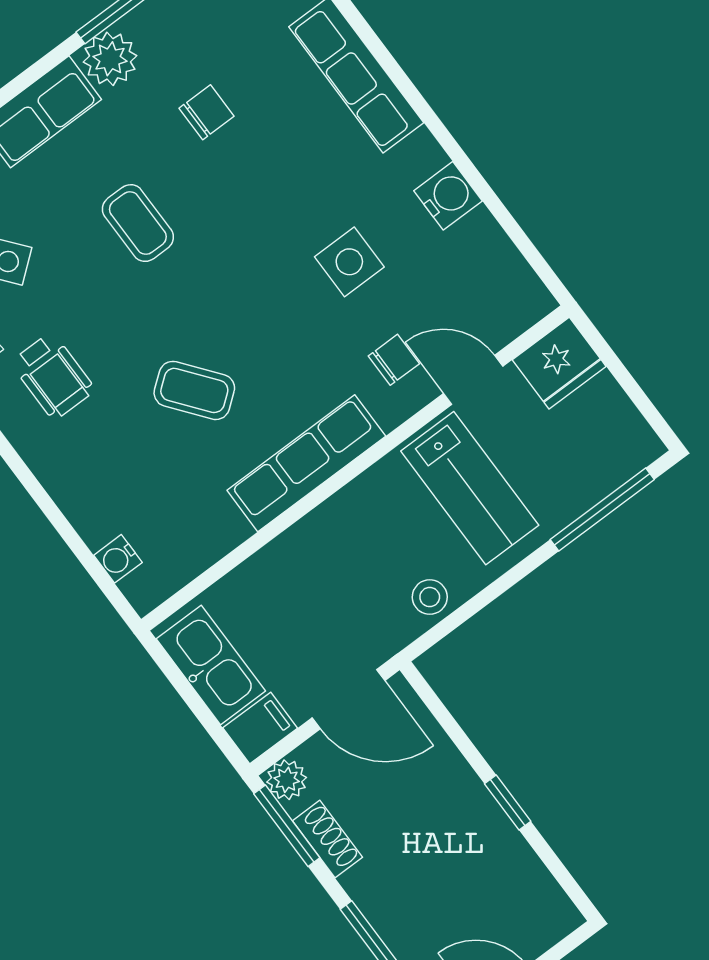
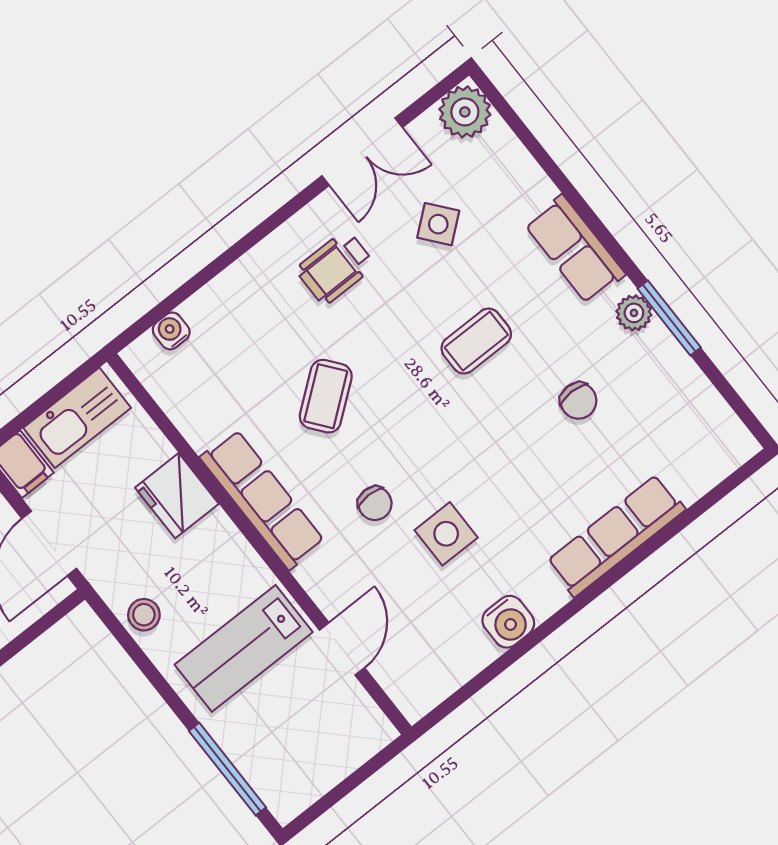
plant: (110, 59) -> (634, 313), width x0.73, depth x0.73
chair: (394, 360) -> (375, 503), moved
fridge: (559, 363) -> (177, 496), moved

